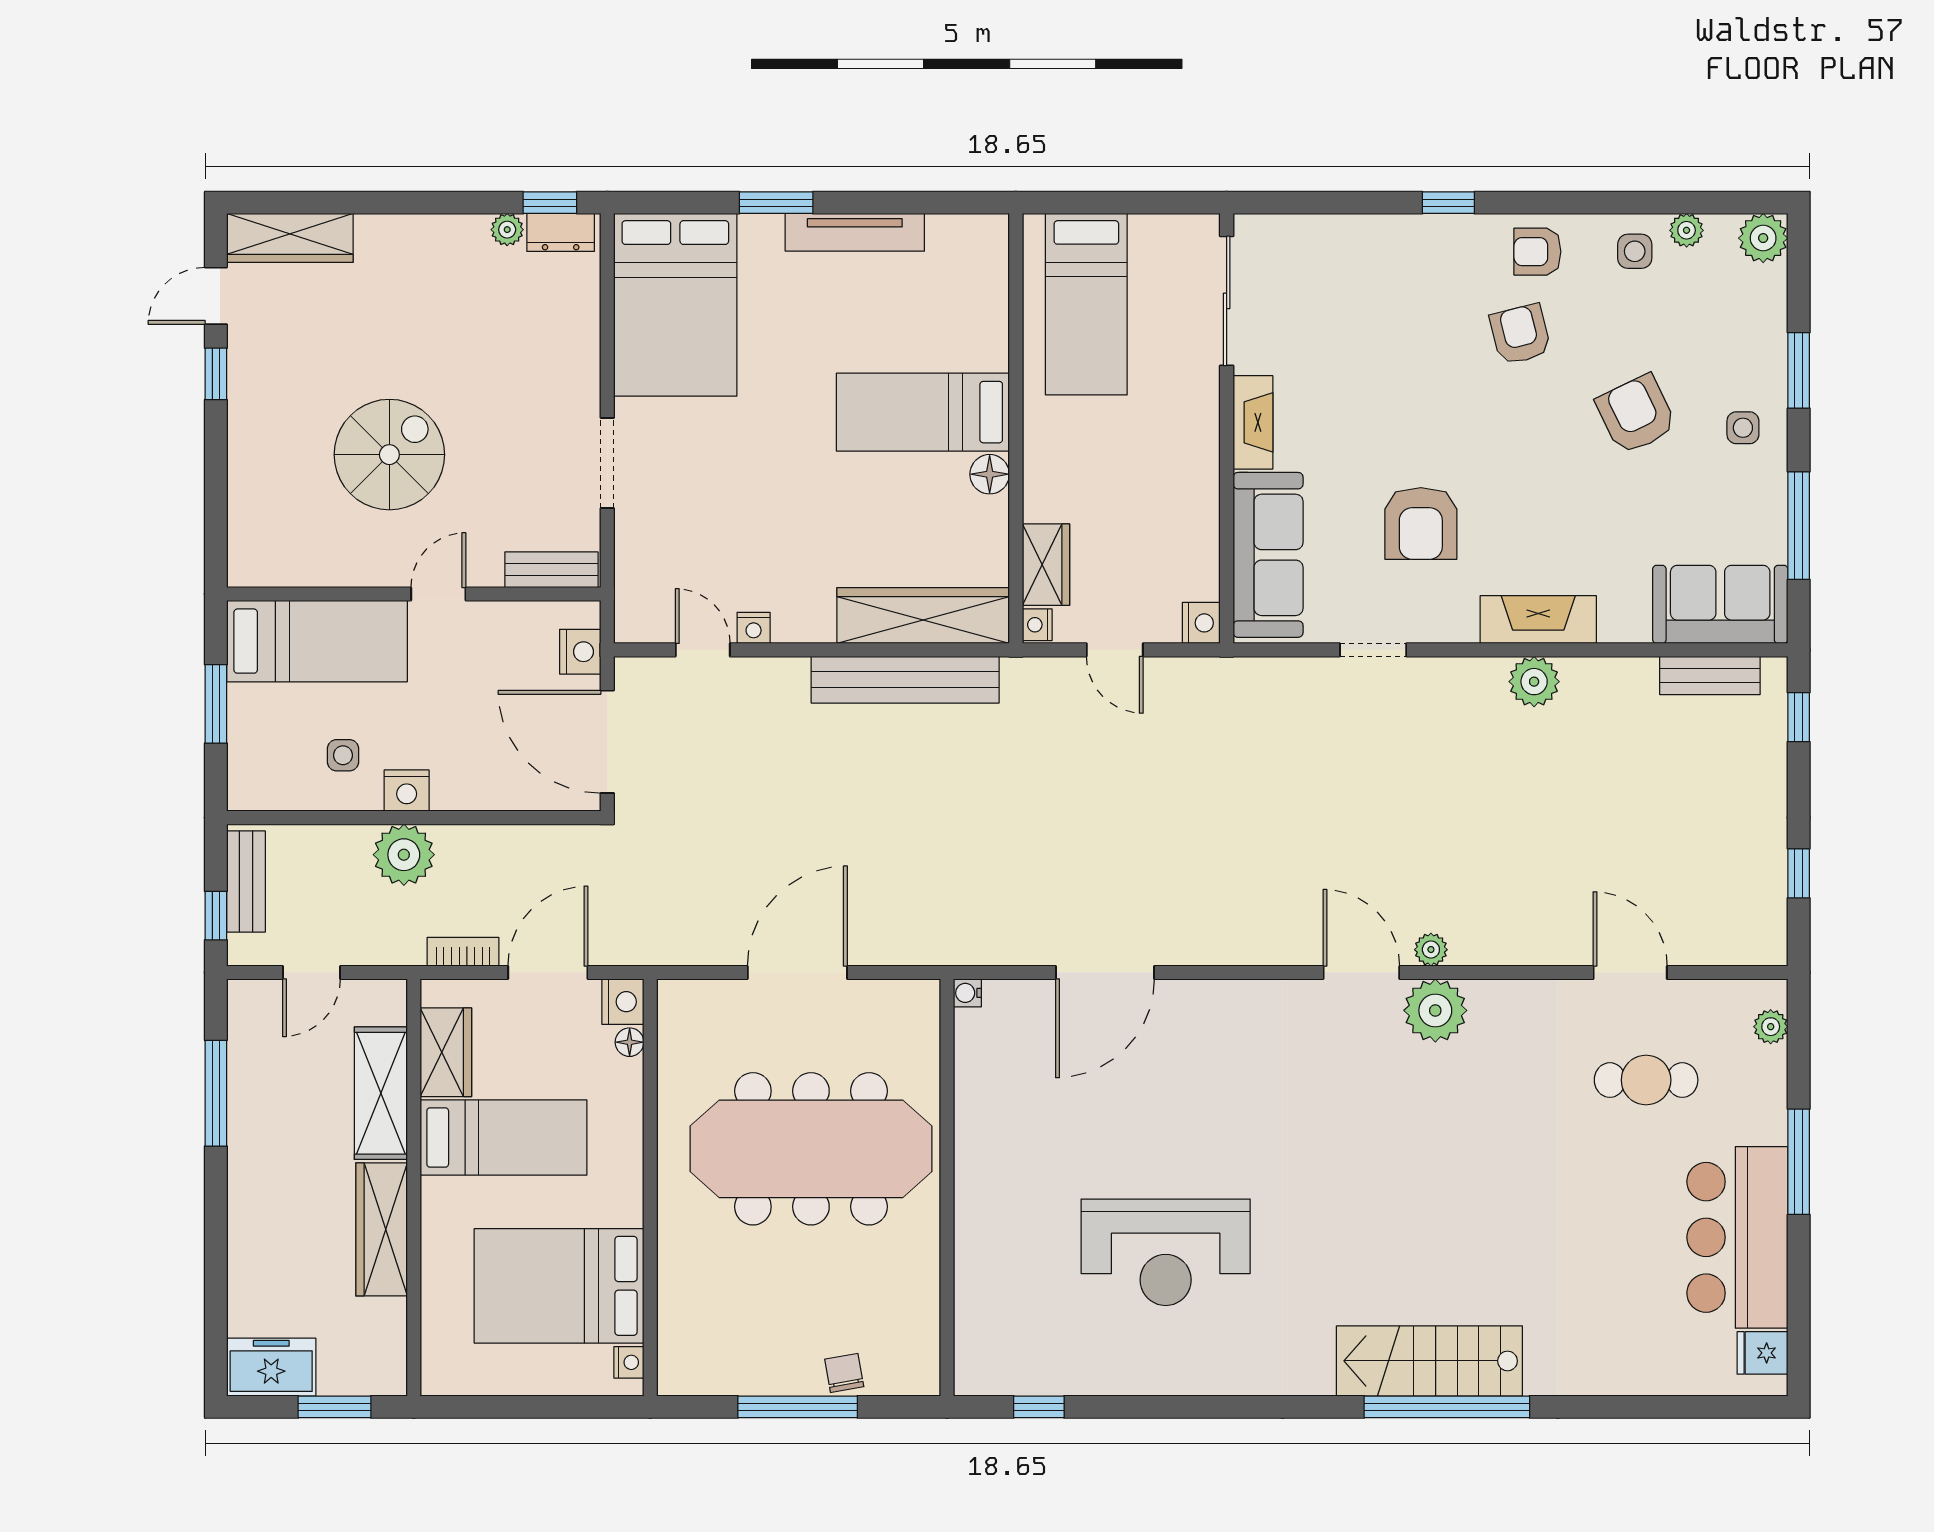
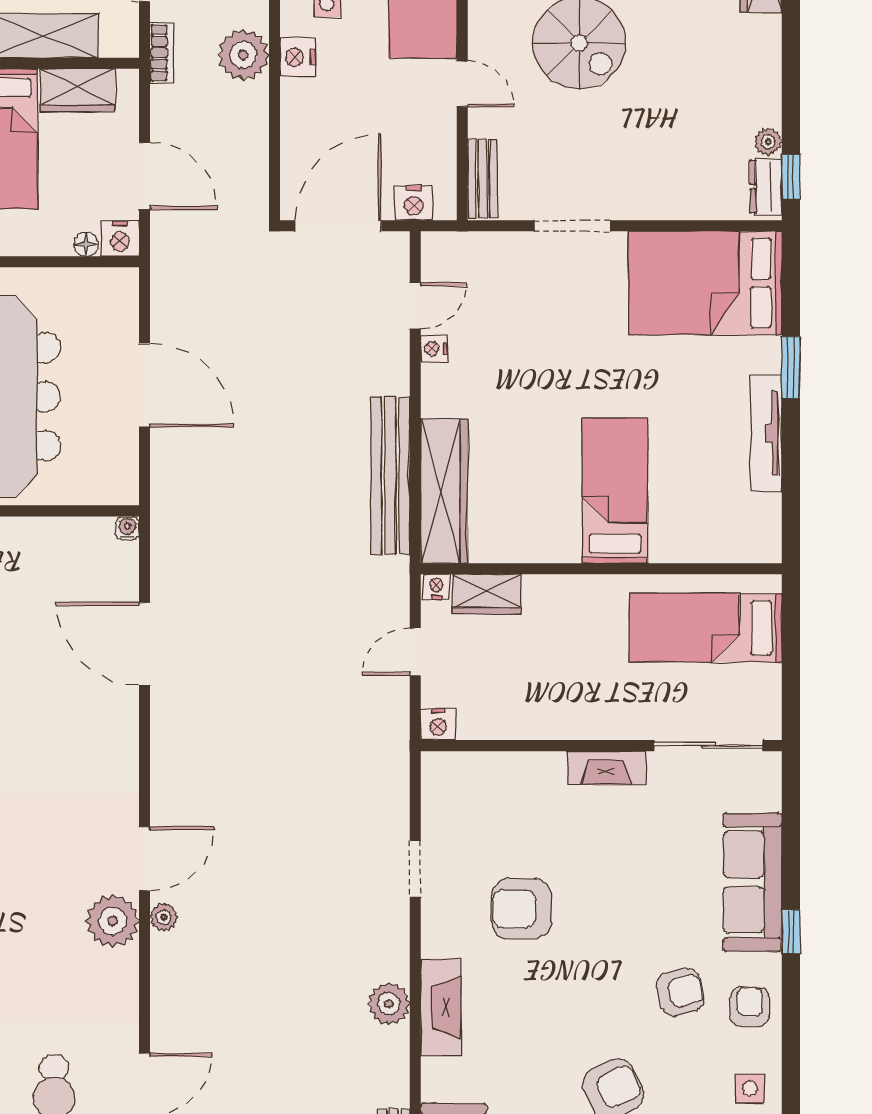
floor lamp: (990, 474) -> (563, 547), removed
sofa: (1268, 555) -> (752, 882), moved, turned 90
bookcase: (463, 952) -> (162, 53), moved

